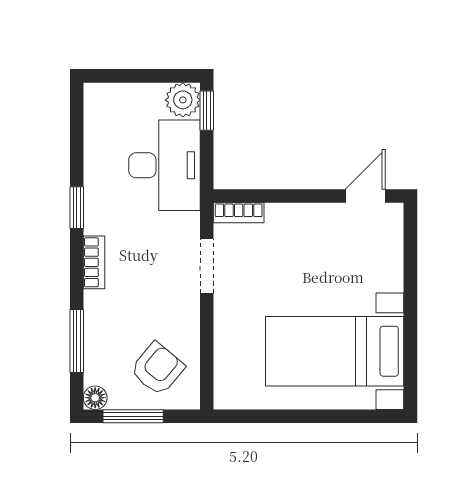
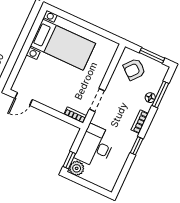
floor lamp: (95, 398) -> (150, 98), moved

